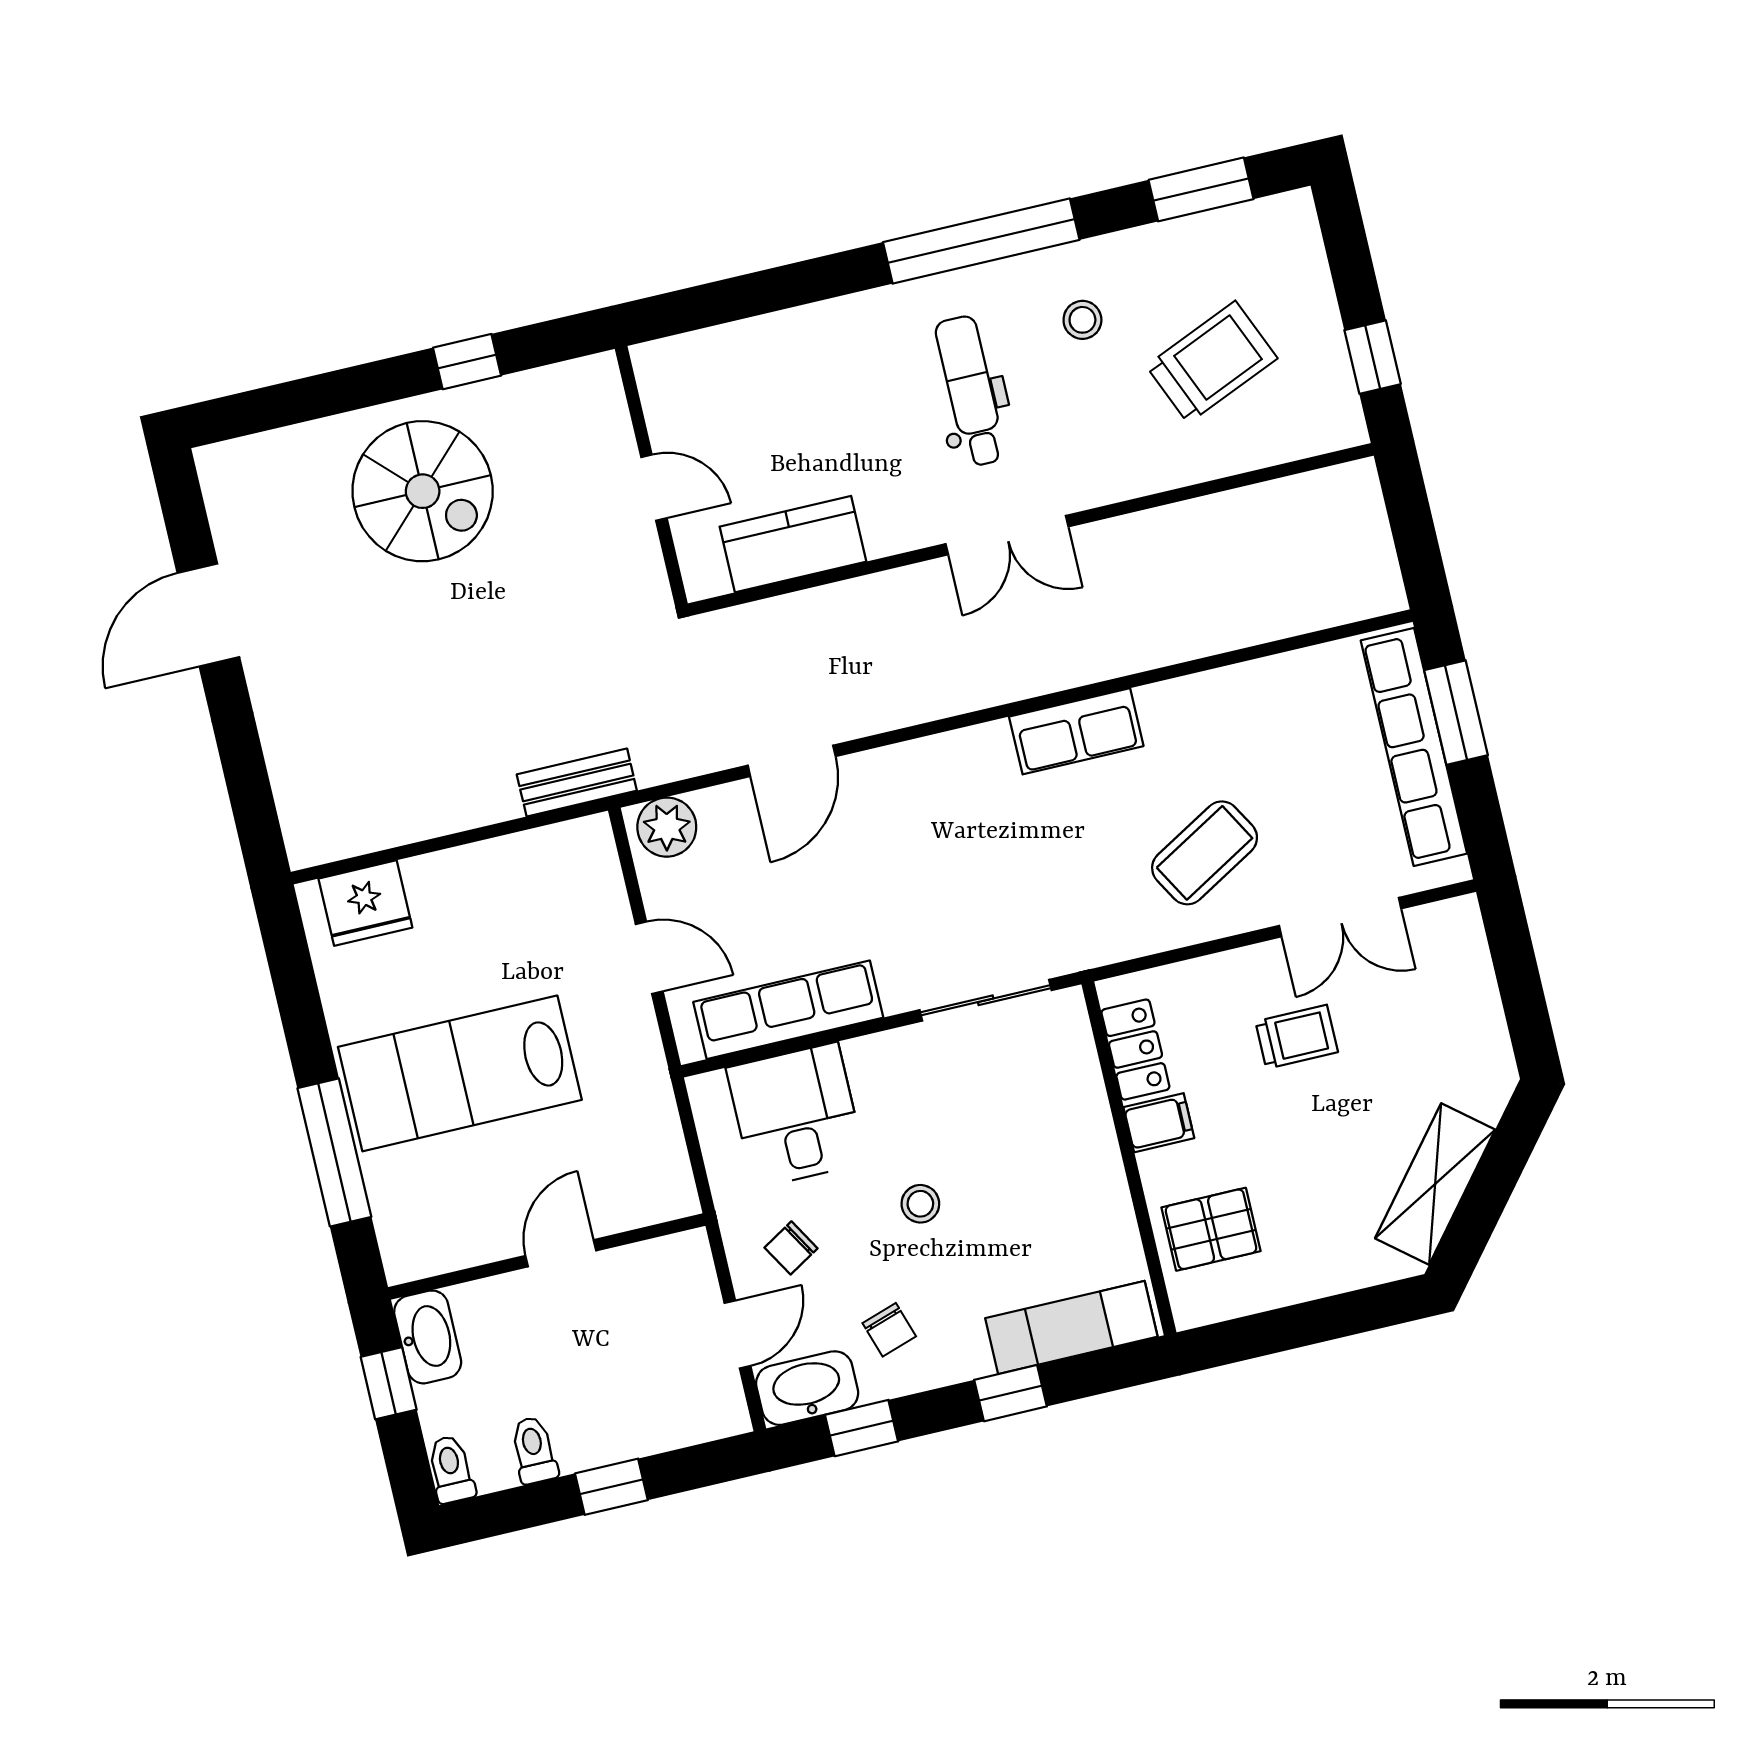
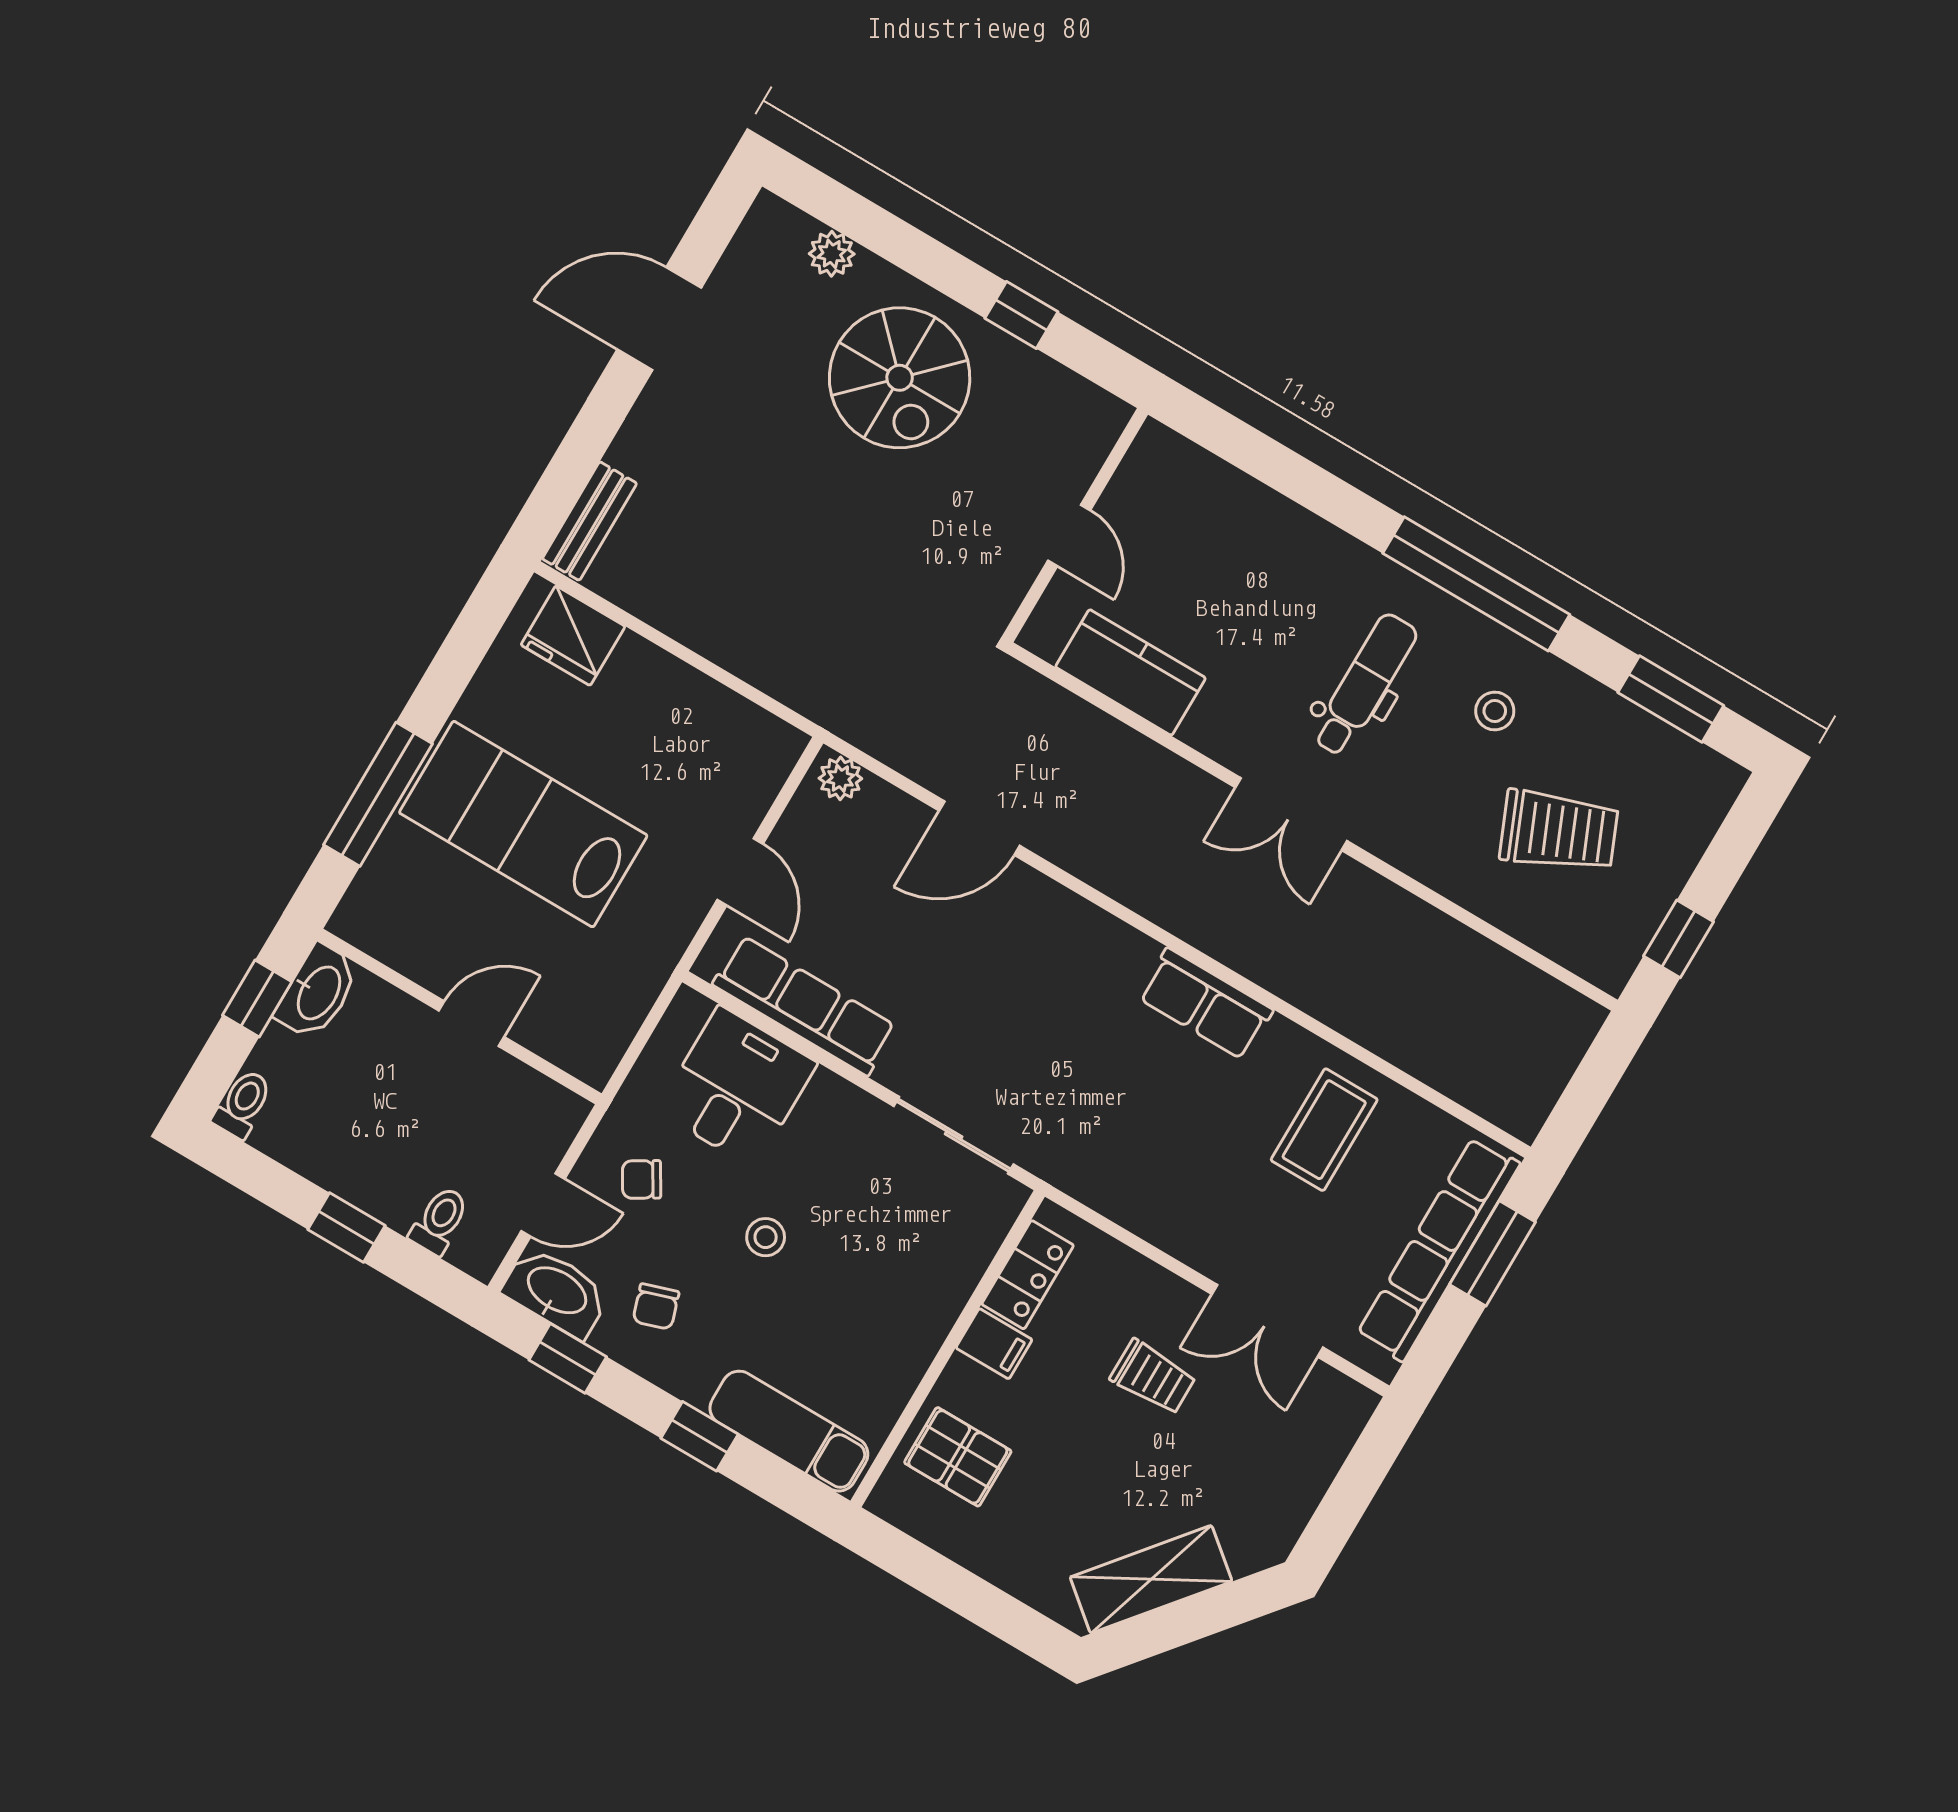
plant: (288, 449) -> (832, 254), added
bench: (577, 782) -> (589, 521), moved, turned 90
plant: (667, 827) -> (840, 778), width x0.73, depth x0.73
coffee table: (1205, 853) -> (1324, 1130), moved, turned -60
toilet: (534, 1450) -> (439, 1221), moved

